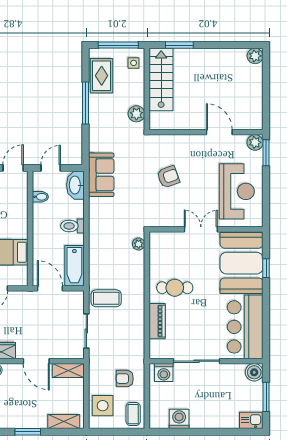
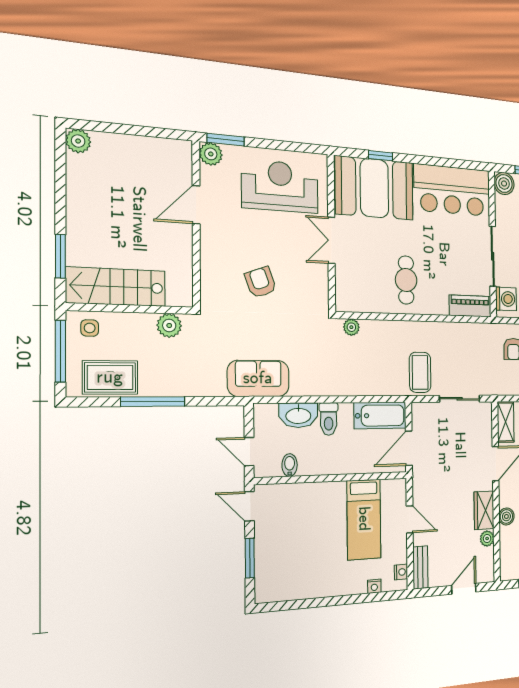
washbasin: (75, 185) -> (298, 415), moved
piano: (157, 321) -> (470, 306), moved

